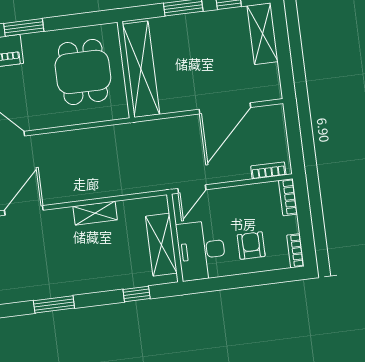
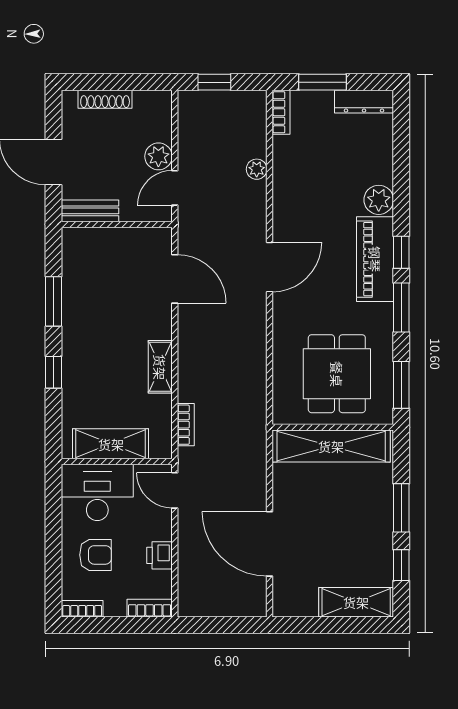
window: (85, 20) -> (401, 385), added
dining table: (83, 72) -> (337, 374), turned 90
bookcase: (268, 170) -> (186, 425), moved
printer: (245, 195) -> (160, 555), added
window: (137, 294) -> (53, 372), moved

